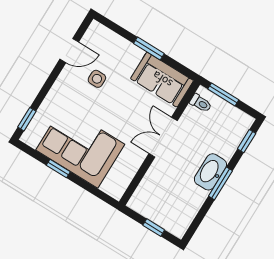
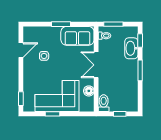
floor lamp: (130, 168) -> (89, 91), added
washbasin: (210, 172) -> (131, 48), moved
toilet: (140, 198) -> (104, 103), added

